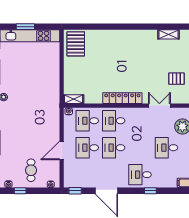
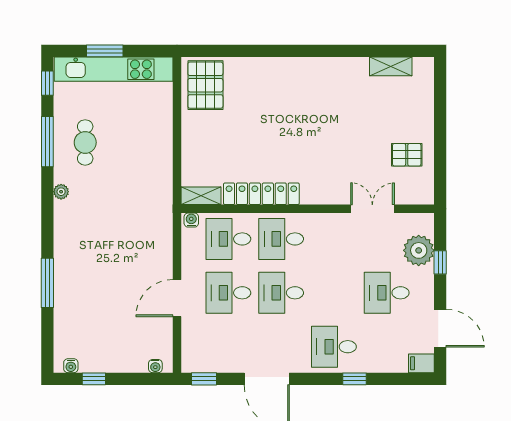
locker: (122, 98) -> (261, 194), moved
cafe table: (31, 170) -> (85, 142), moved

